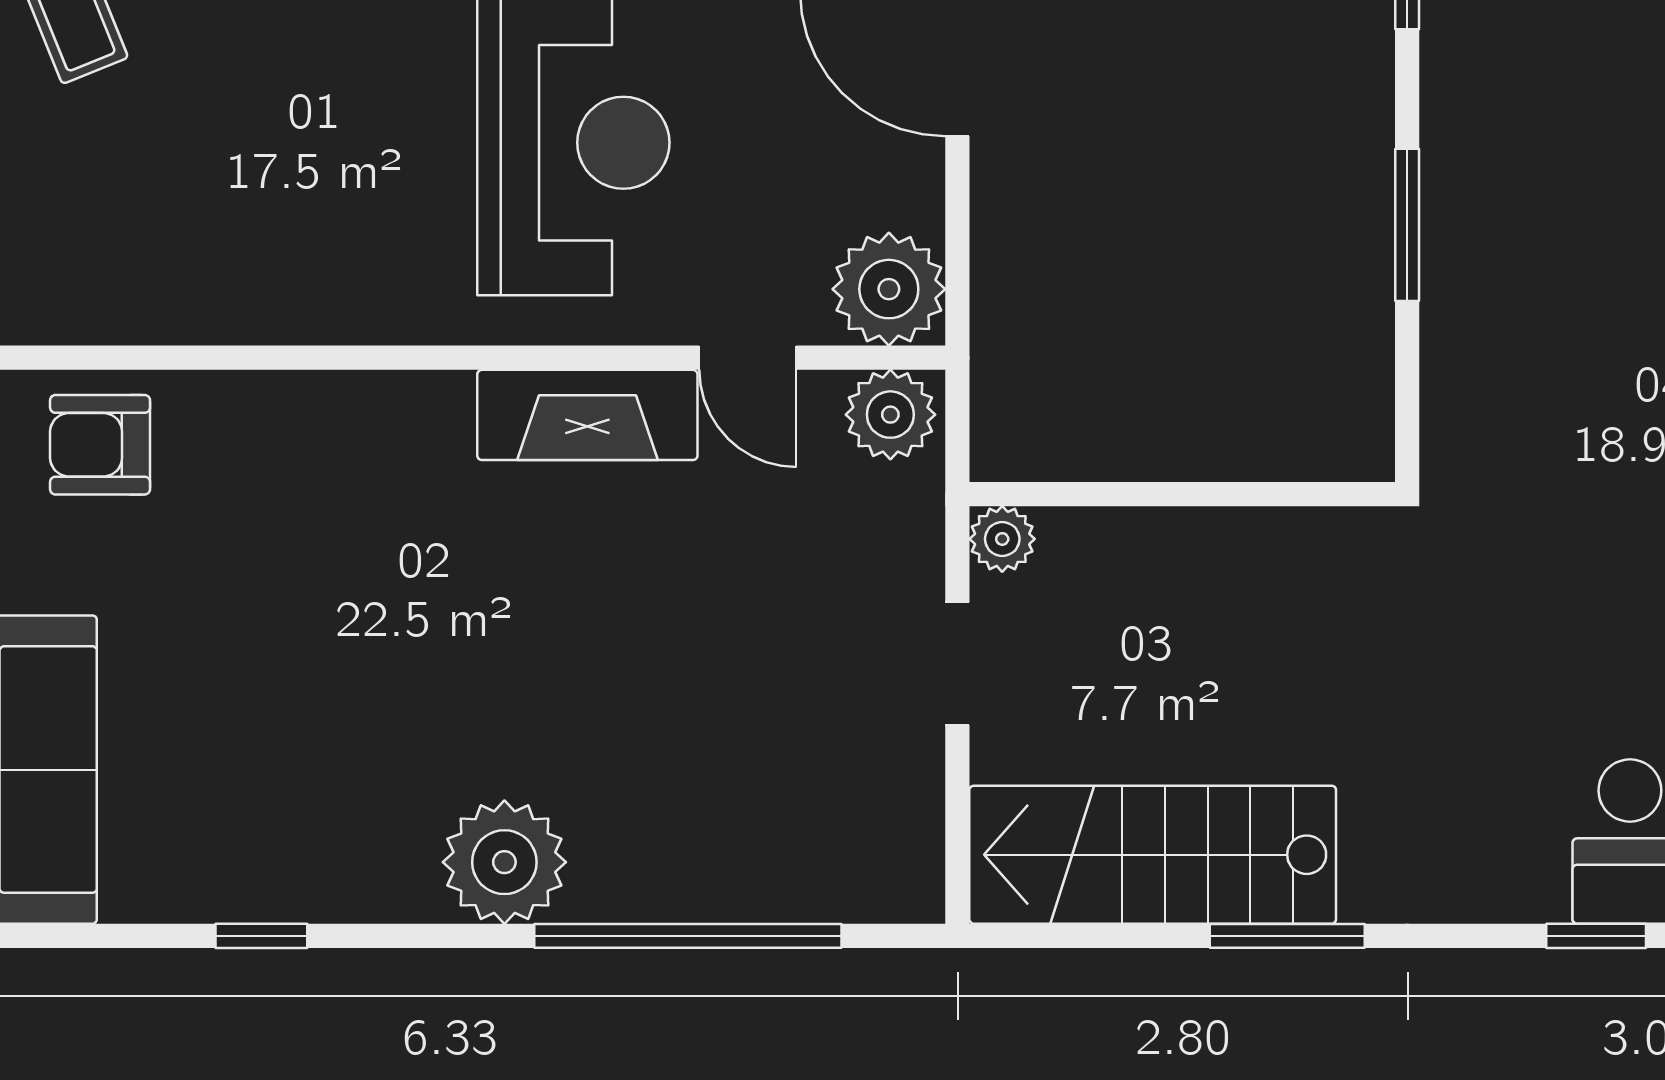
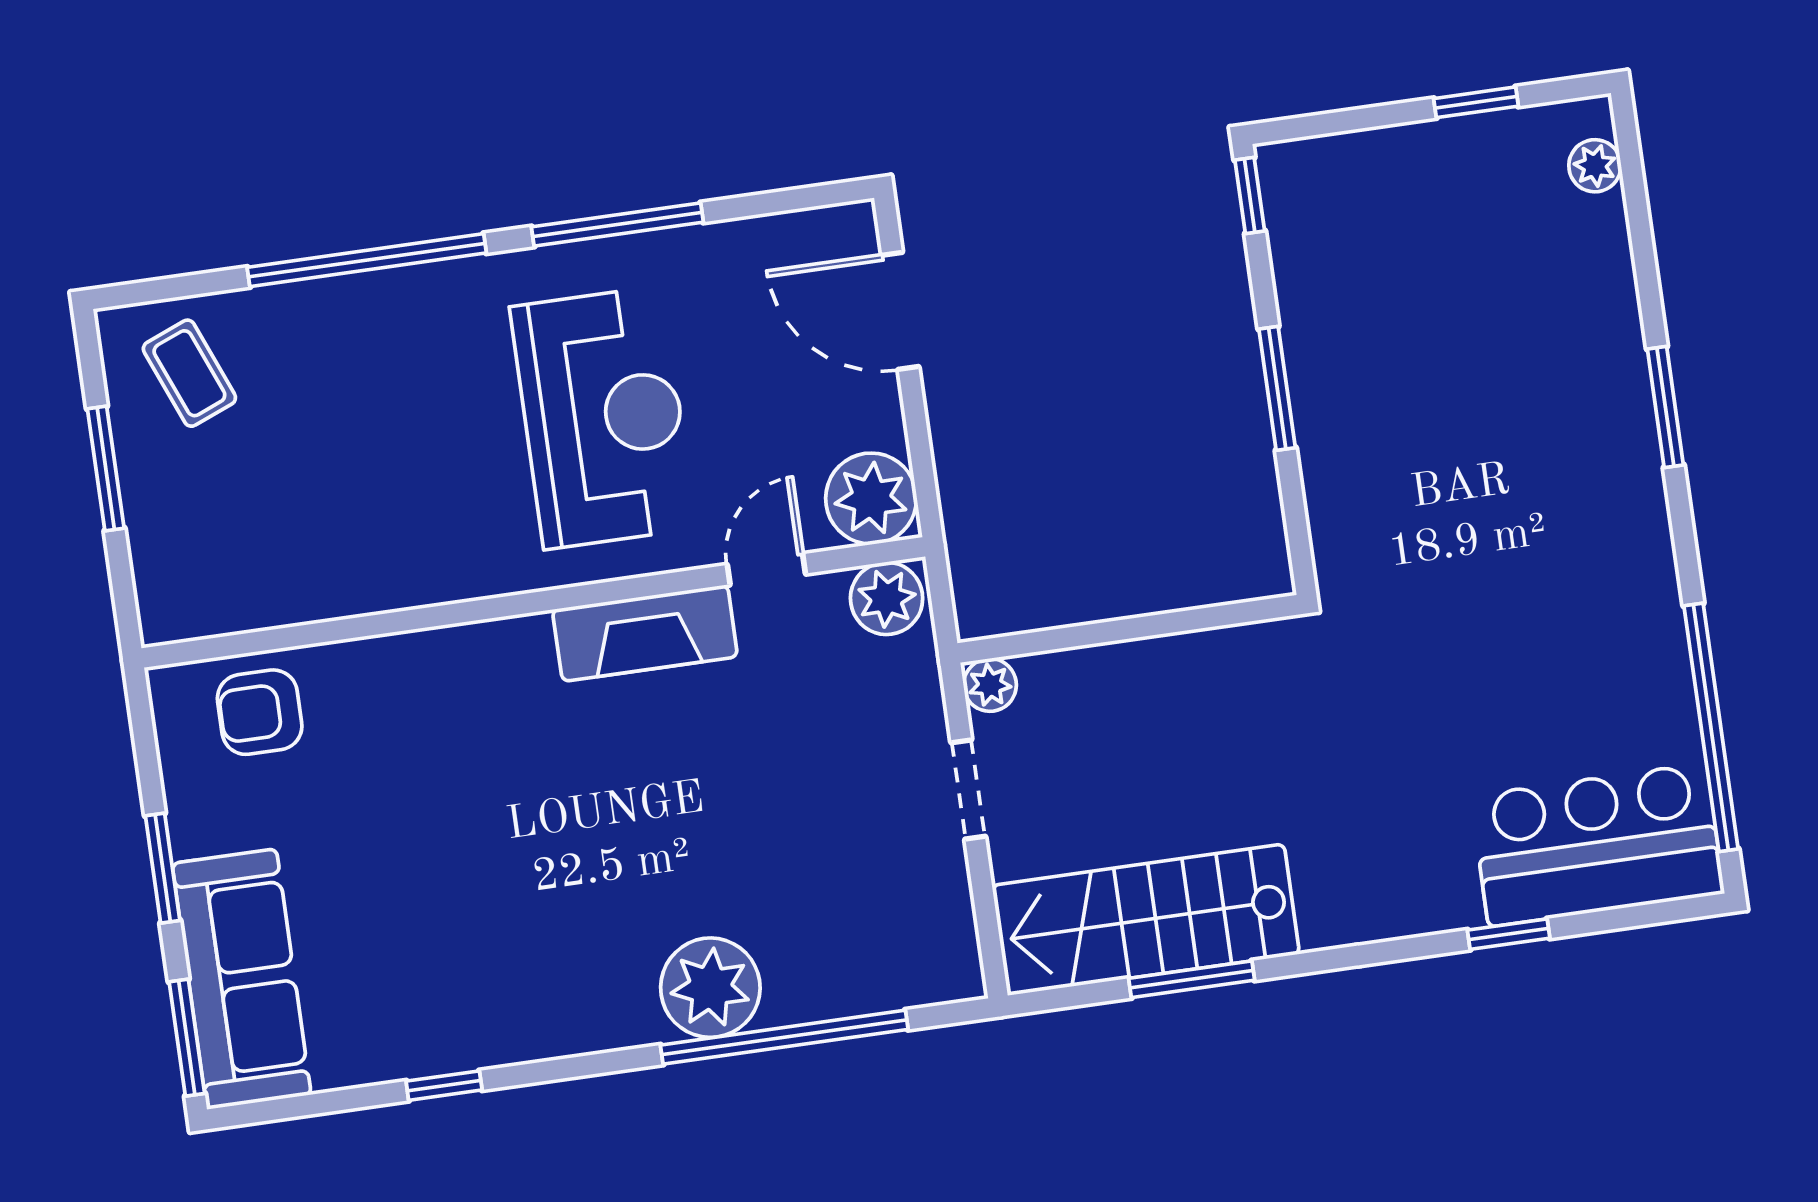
door: (748, 358) -> (766, 569), swing flipped
plant: (504, 862) -> (710, 988), moved
window: (1287, 936) -> (1192, 979), moved

